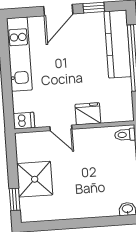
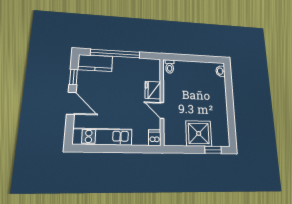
kitchen counter: (118, 44) -> (95, 63), width x0.67
door: (61, 128) -> (162, 110), swing flipped

